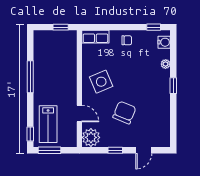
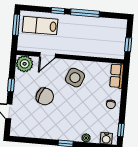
side table: (101, 82) -> (75, 78), turned 45
window: (30, 134) -> (58, 11), moved

